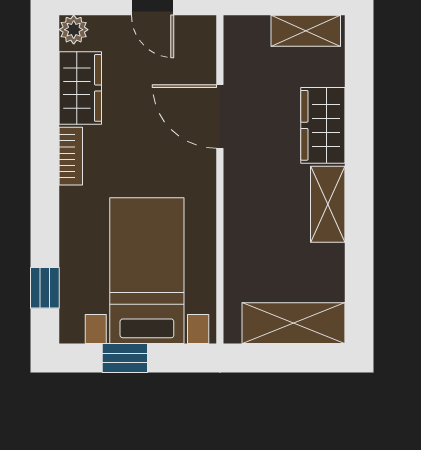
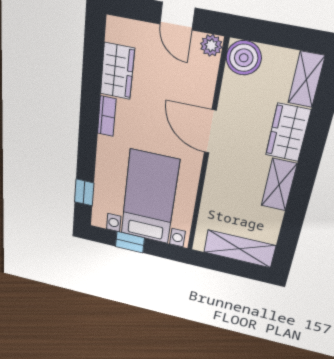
plant: (74, 30) -> (211, 45), moved
shelving: (306, 31) -> (306, 79), moved, turned 90
boiler: (246, 37) -> (244, 58), added
door: (220, 116) -> (210, 132), moved

